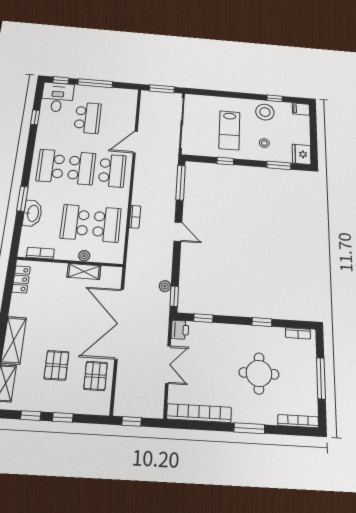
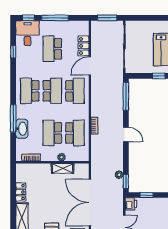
school desk: (88, 118) -> (52, 49), turned 180
locker: (129, 118) -> (83, 46), added
window: (22, 199) -> (13, 118), width x1.44
locker: (21, 279) -> (21, 192), moved

